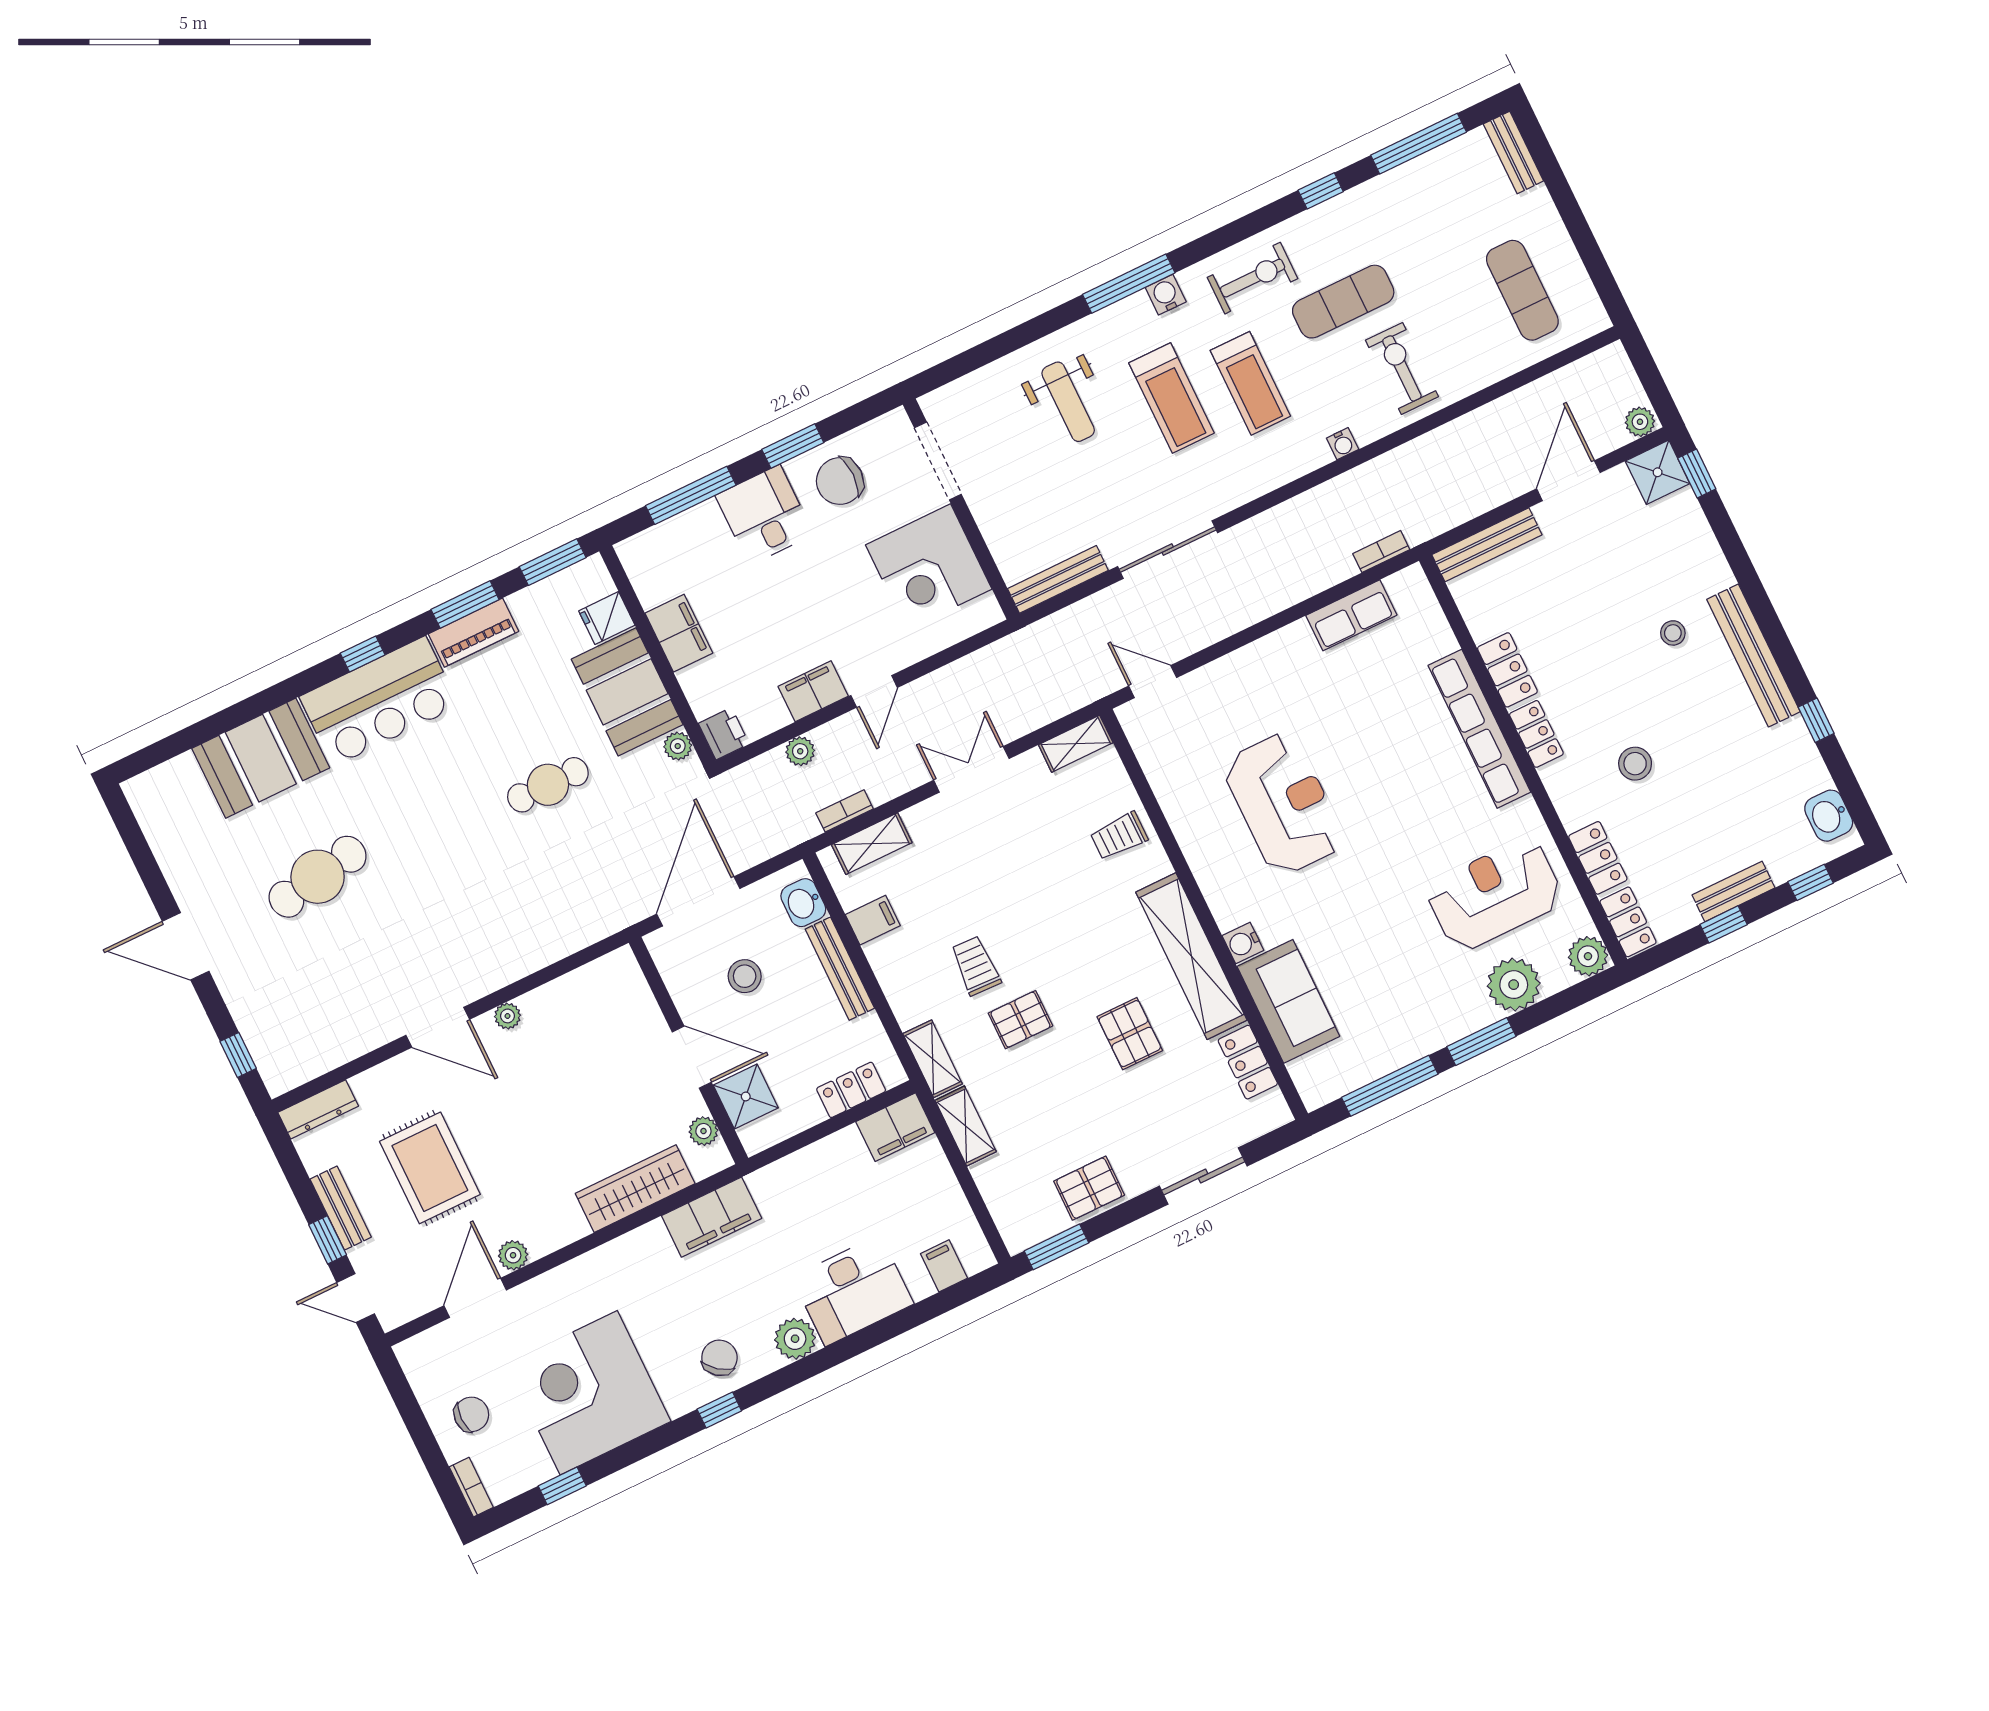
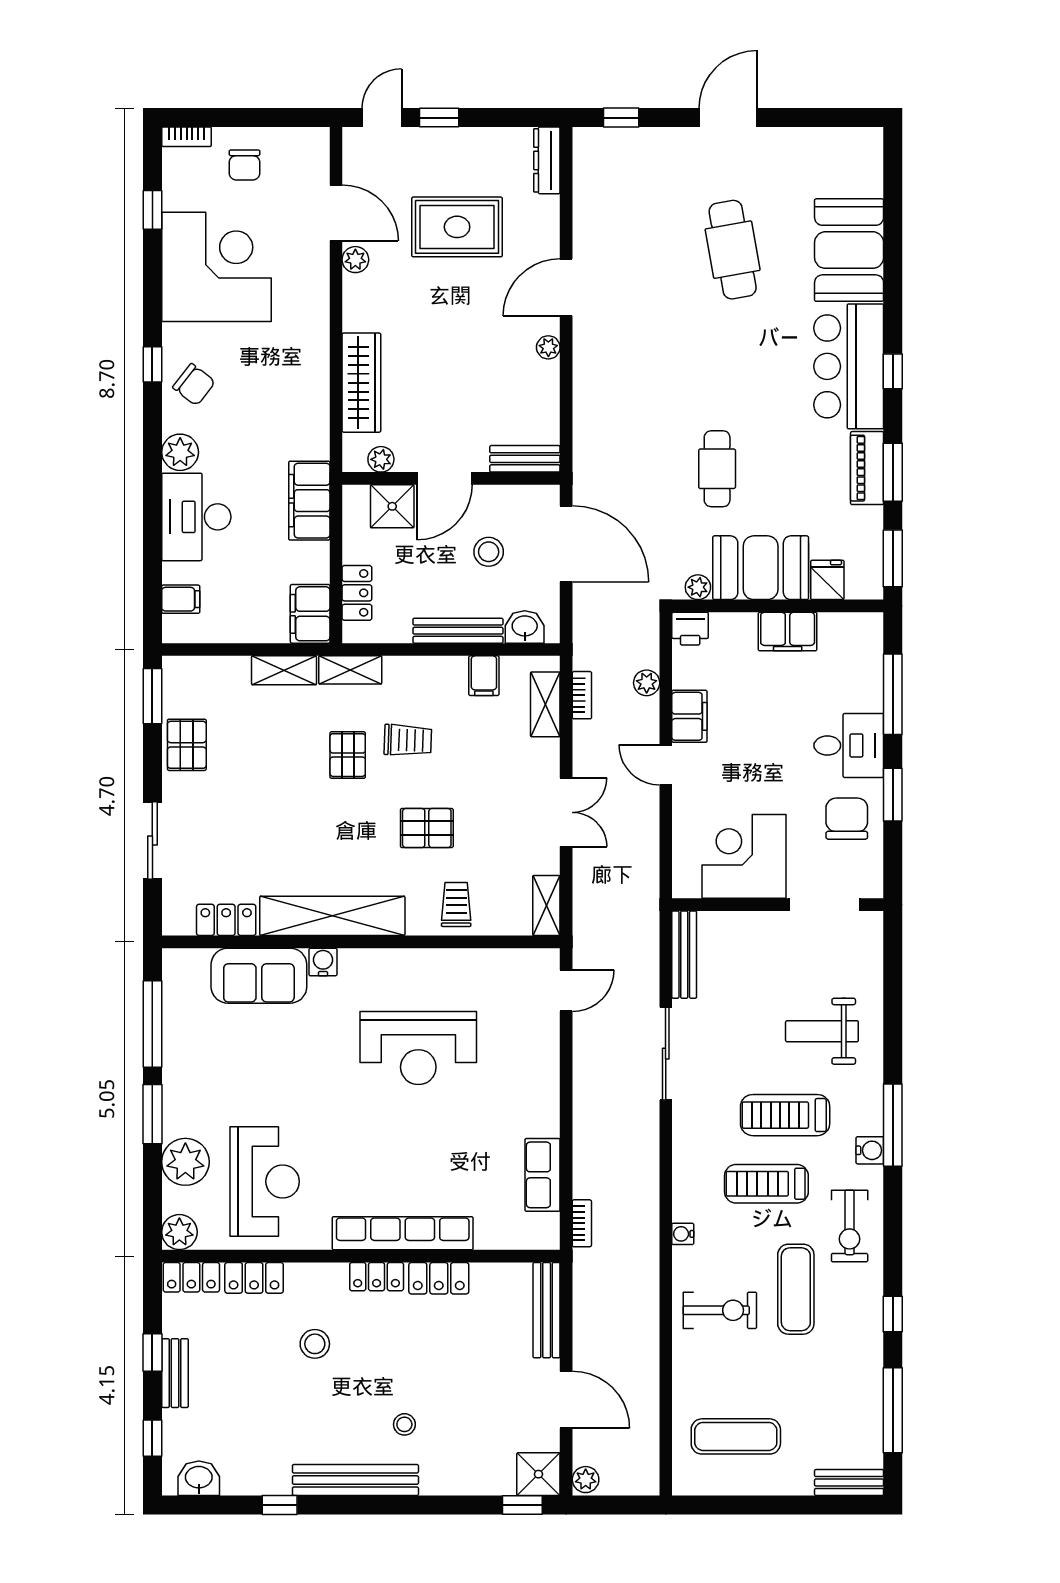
pallet: (1130, 1034) -> (427, 828), moved
bench: (341, 1208) -> (525, 459), moved
filing cabinet: (712, 1217) -> (309, 501), moved

